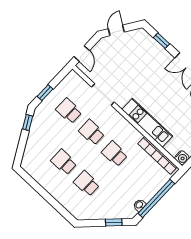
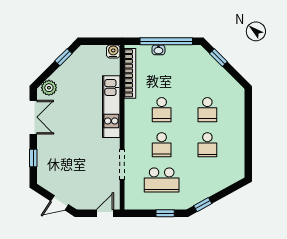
school desk: (69, 111) -> (162, 180), width x1.85
washbasin: (139, 205) -> (158, 50), moved

